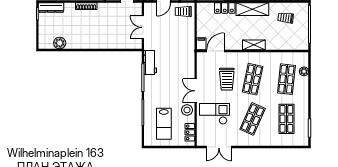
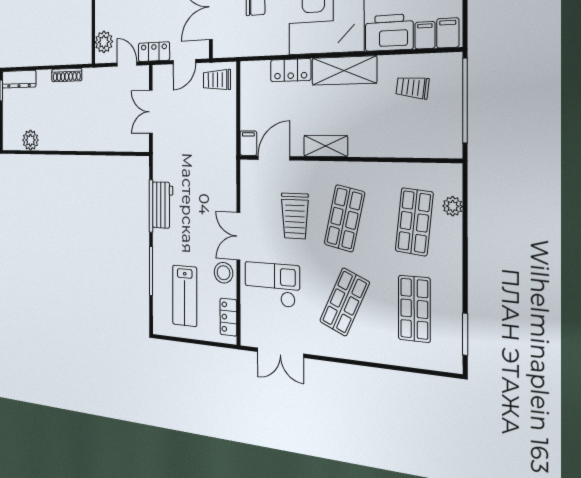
shelving: (254, 45) -> (326, 146), moved
workbench: (150, 63) -> (163, 205), moved

